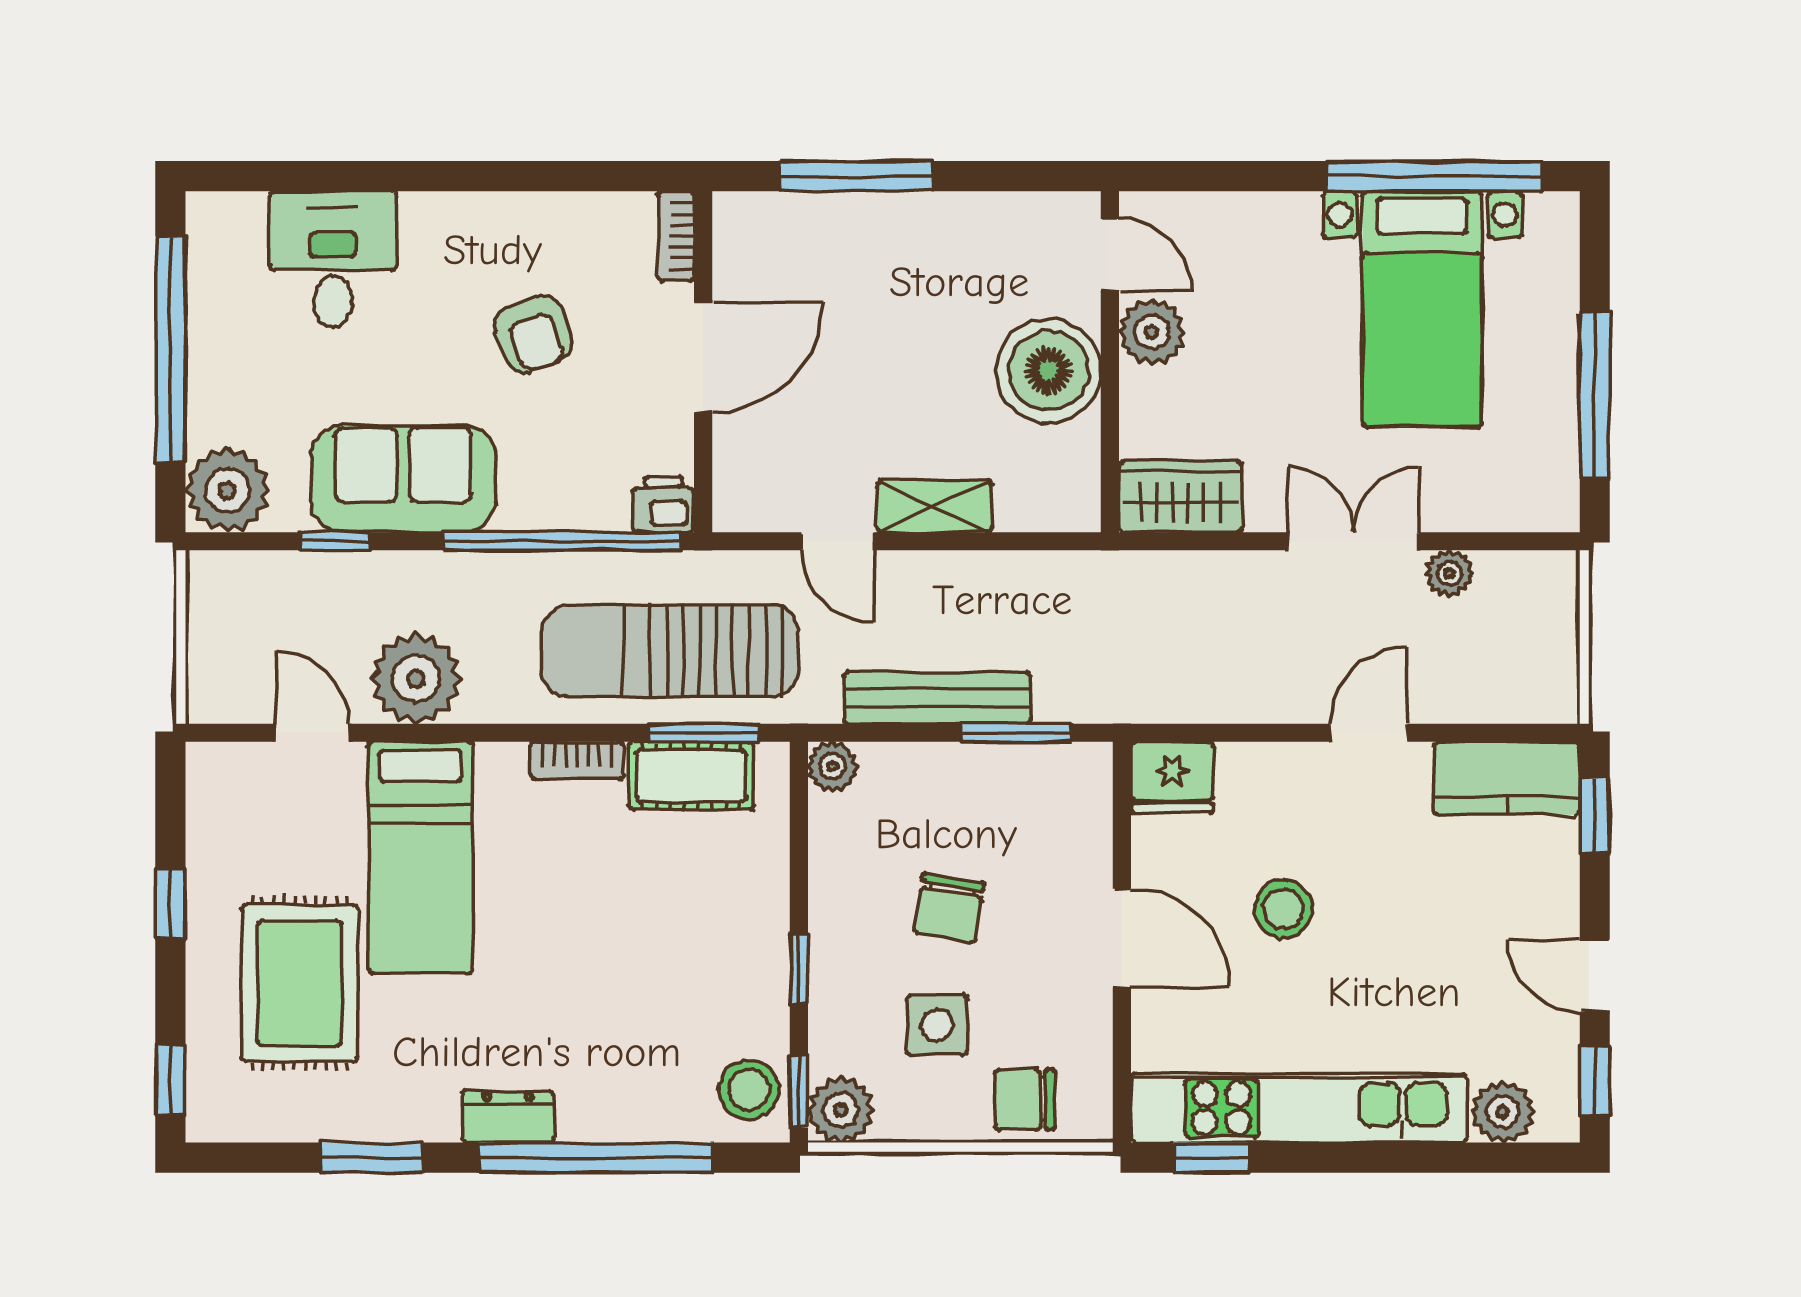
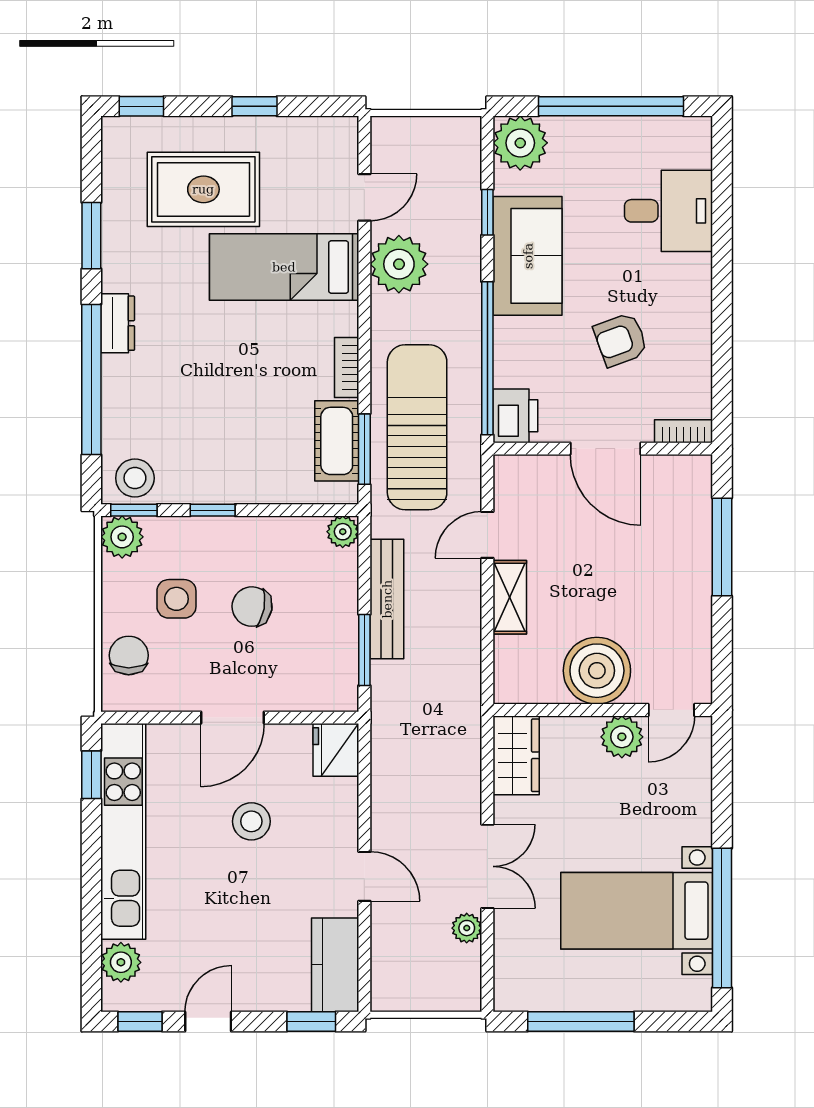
printer: (663, 504) -> (515, 416), width x1.36, depth x1.24

